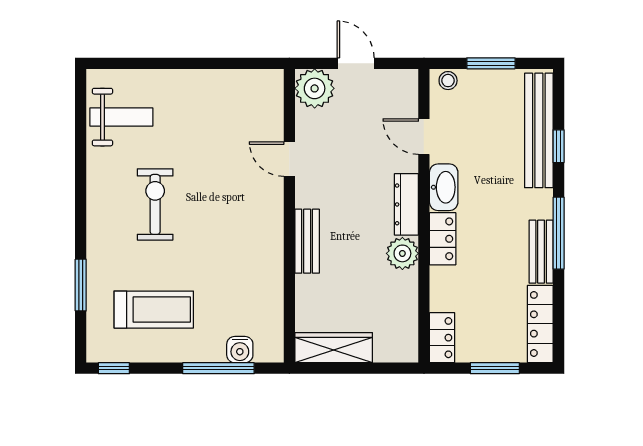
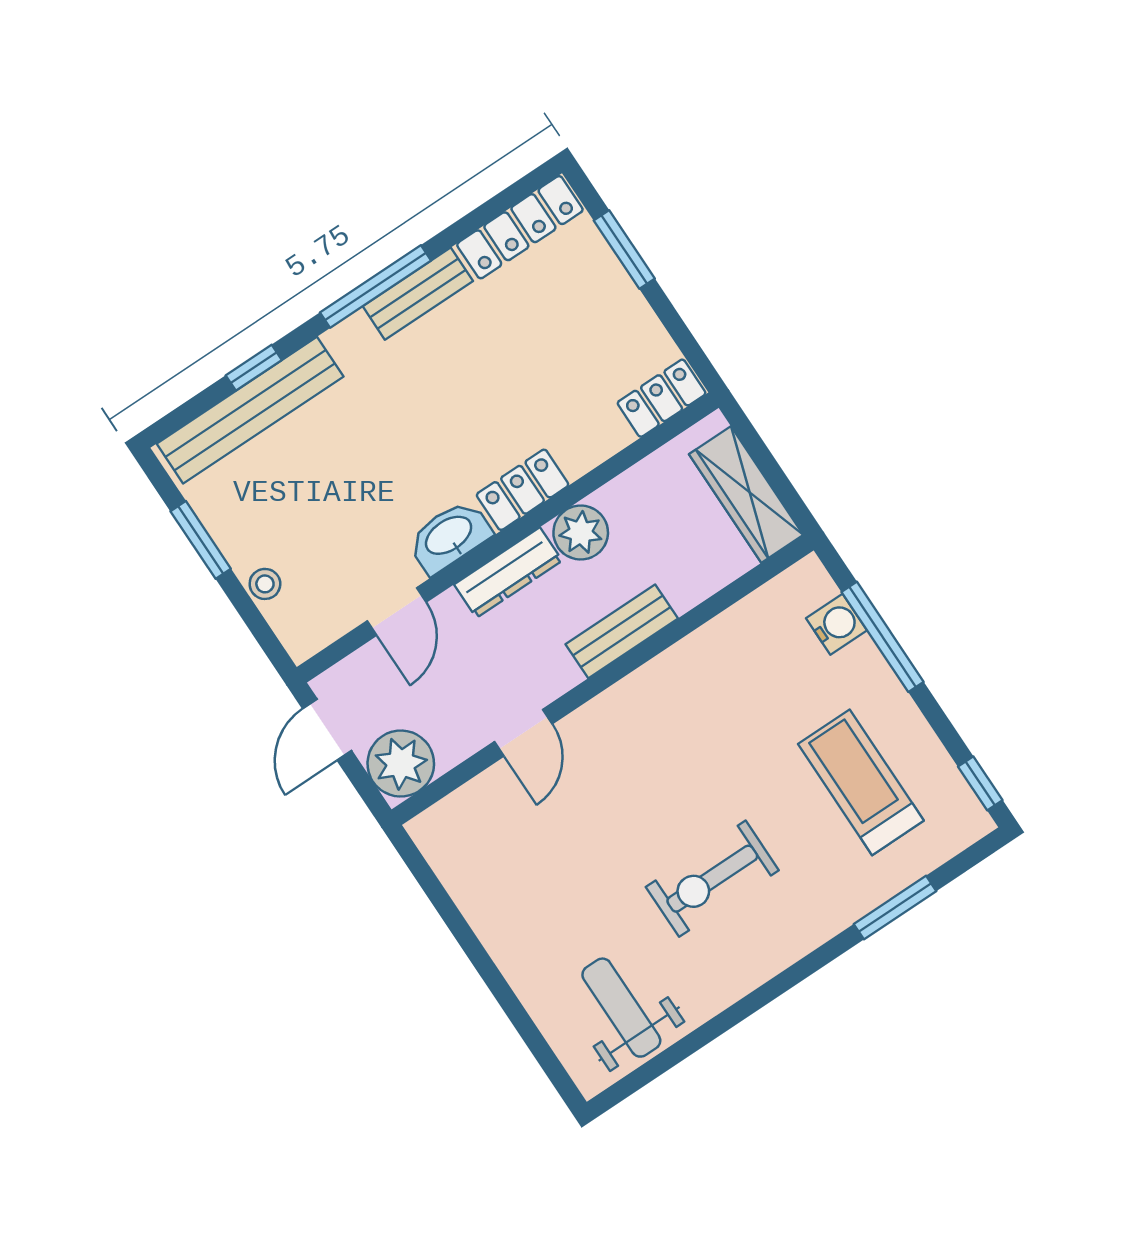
door: (424, 137) -> (397, 612), moved
washbasin: (444, 187) -> (449, 536), moved
dresser: (406, 204) -> (508, 573), moved
wall: (424, 216) -> (508, 537), moved
locker: (443, 239) -> (523, 490), moved
plant: (402, 253) -> (581, 533), moved
locker: (442, 338) -> (662, 398), moved

